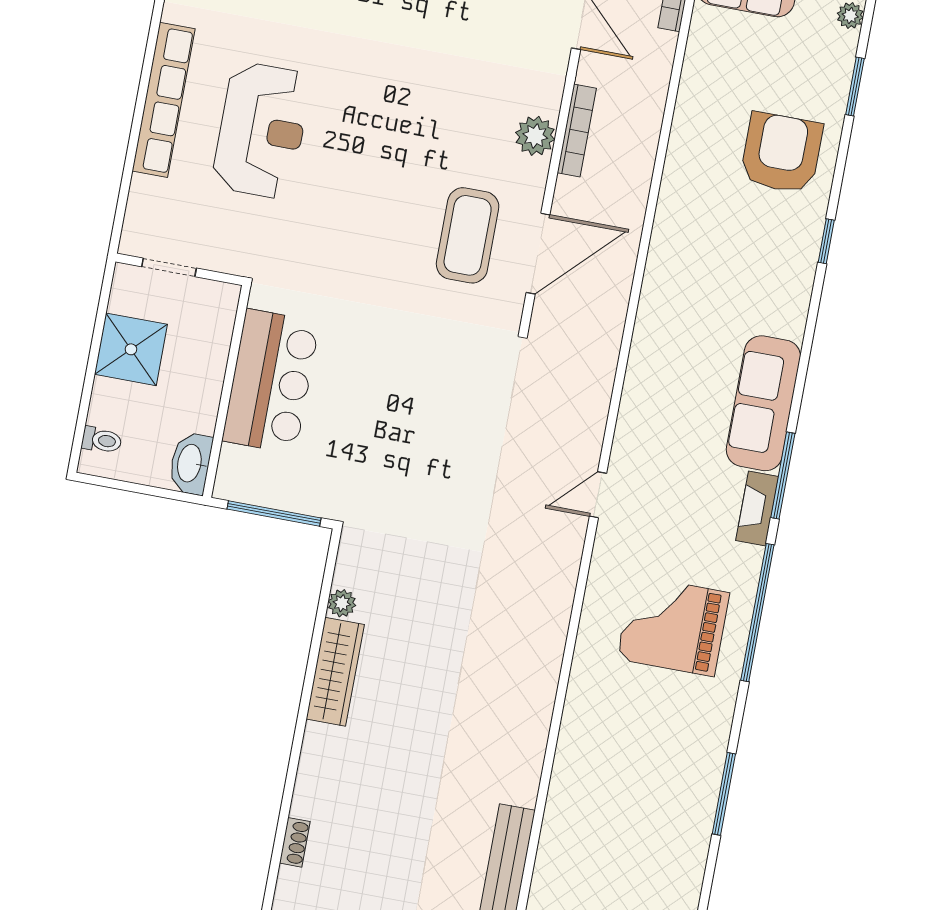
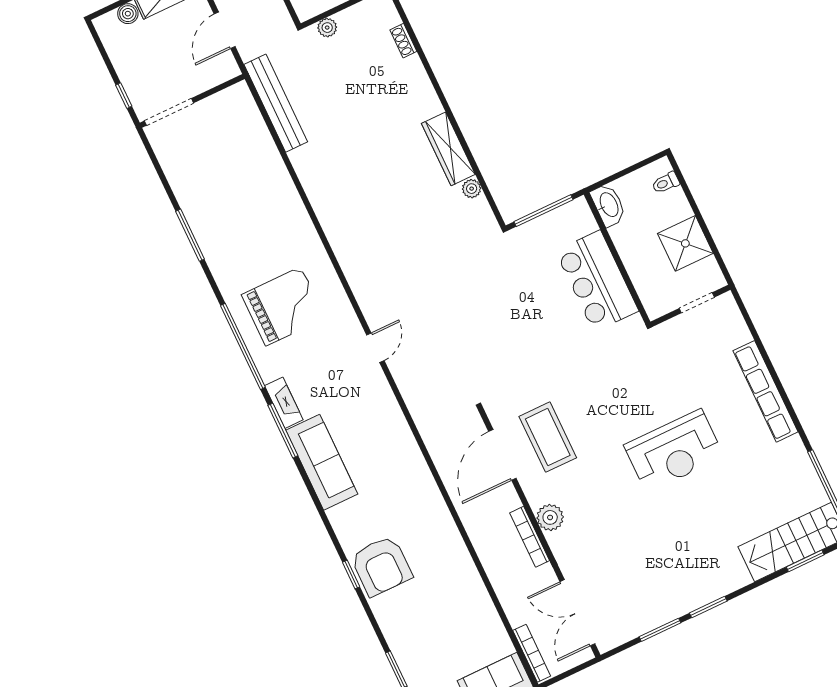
reception desk: (262, 130) -> (674, 451), moved, turned -90
armchair: (781, 153) -> (381, 566), moved

